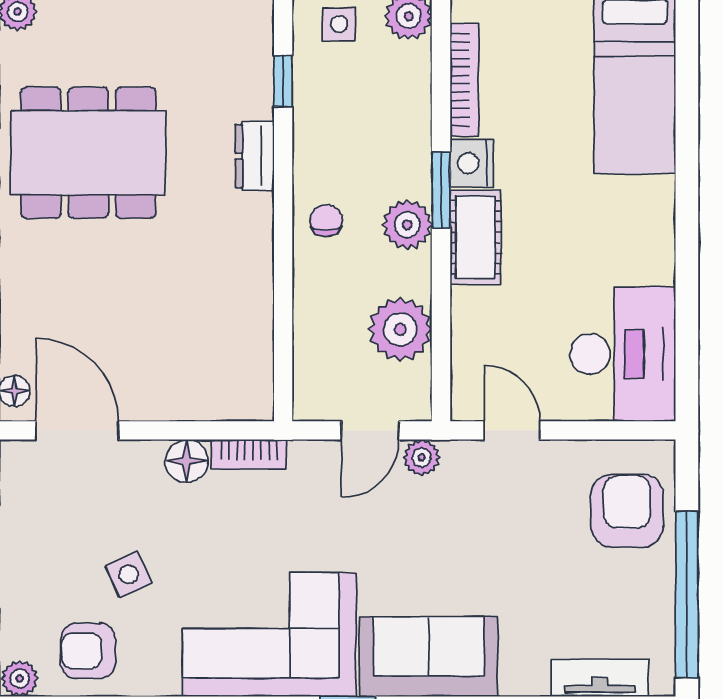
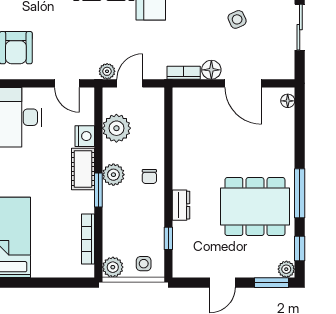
nightstand: (472, 163) -> (85, 136), moved
door: (77, 430) -> (243, 83), moved

